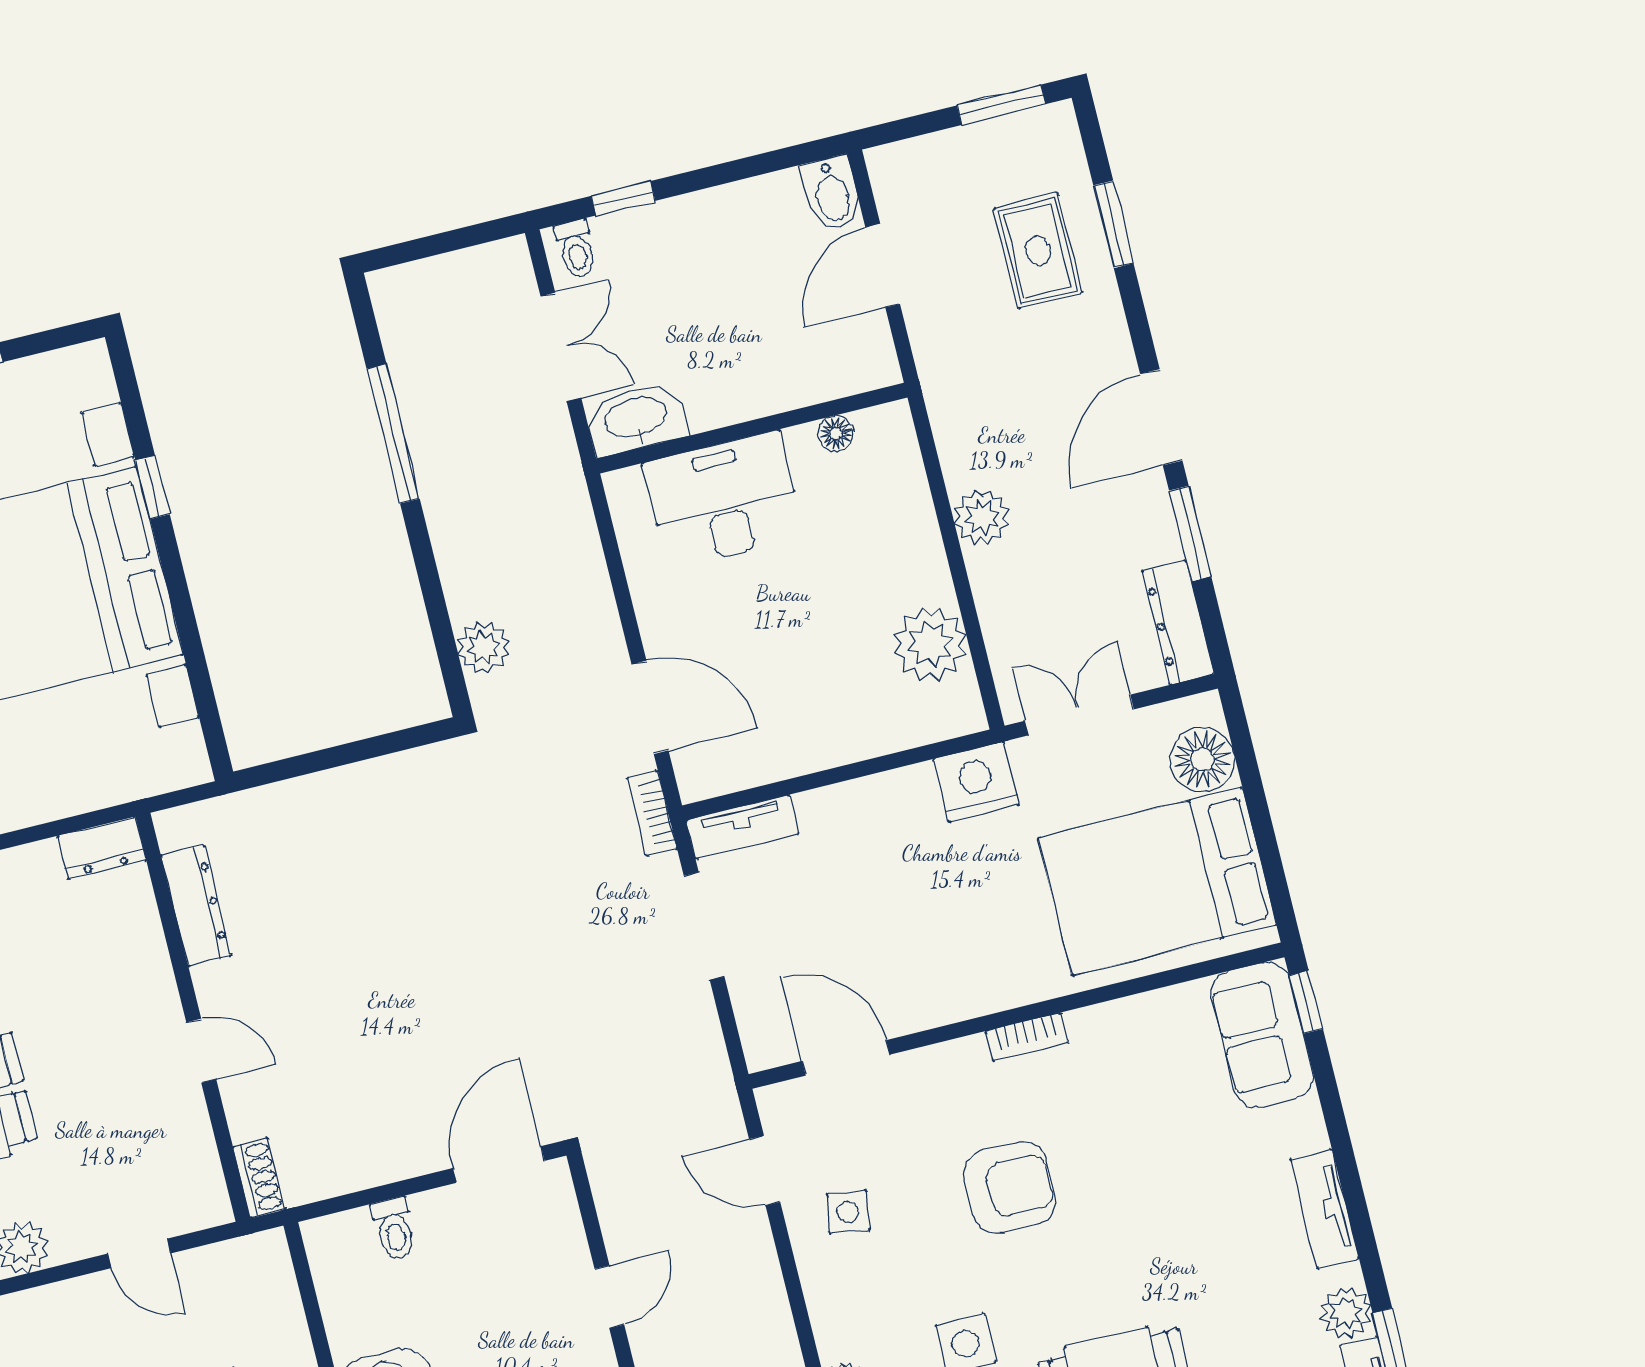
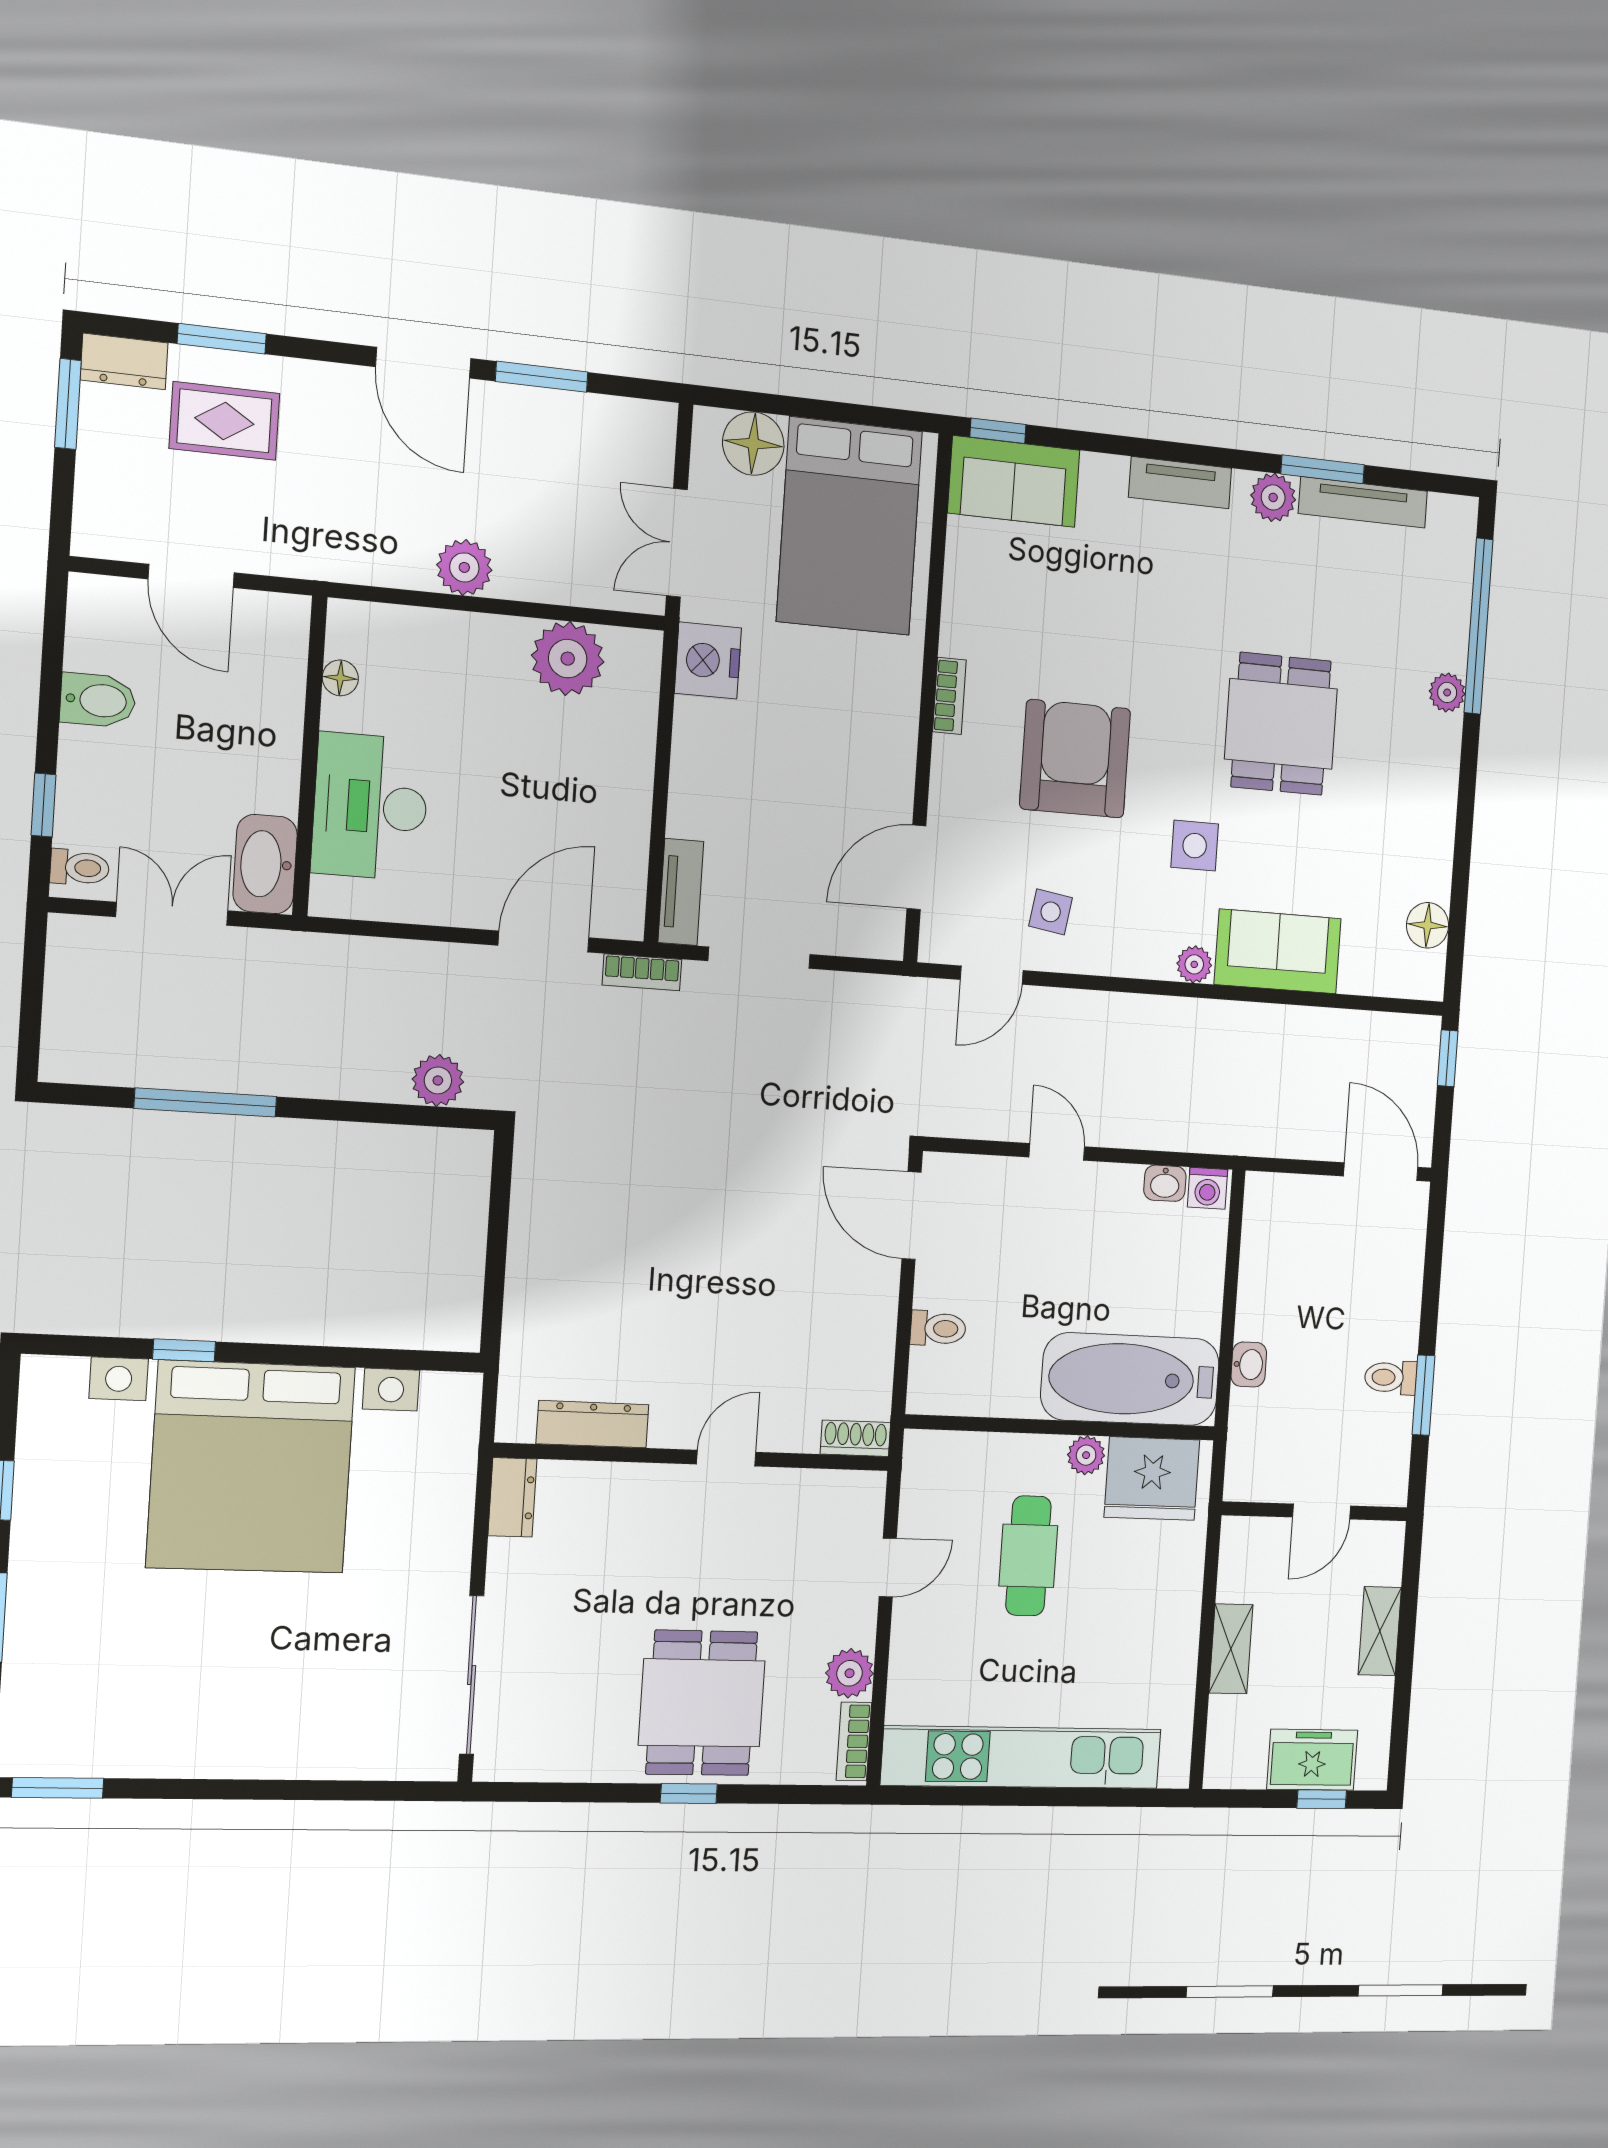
bidet: (832, 194) -> (98, 700), moved
dresser: (1178, 623) -> (124, 361), moved, width x0.70
armchair: (1010, 1188) -> (1075, 759), width x1.36, depth x1.36

